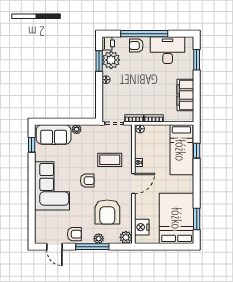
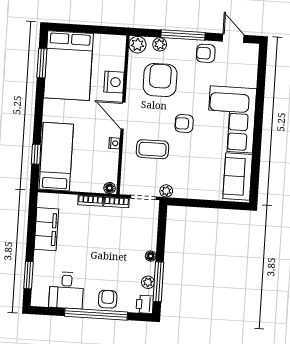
armchair: (136, 45) -> (108, 299), turned -90
desk: (168, 50) -> (66, 290), width x0.73
plant: (111, 60) -> (148, 282), width x0.53, depth x0.53
window: (99, 61) -> (158, 282), width x1.44
plant: (77, 129) -> (166, 191), moved
sofa: (54, 135) -> (238, 177), moved, turned -90
window: (32, 145) -> (255, 176), removed
door: (133, 184) -> (123, 116), hinge flipped
nightstand: (142, 227) -> (114, 82), moved
plant: (99, 239) -> (160, 44), moved

